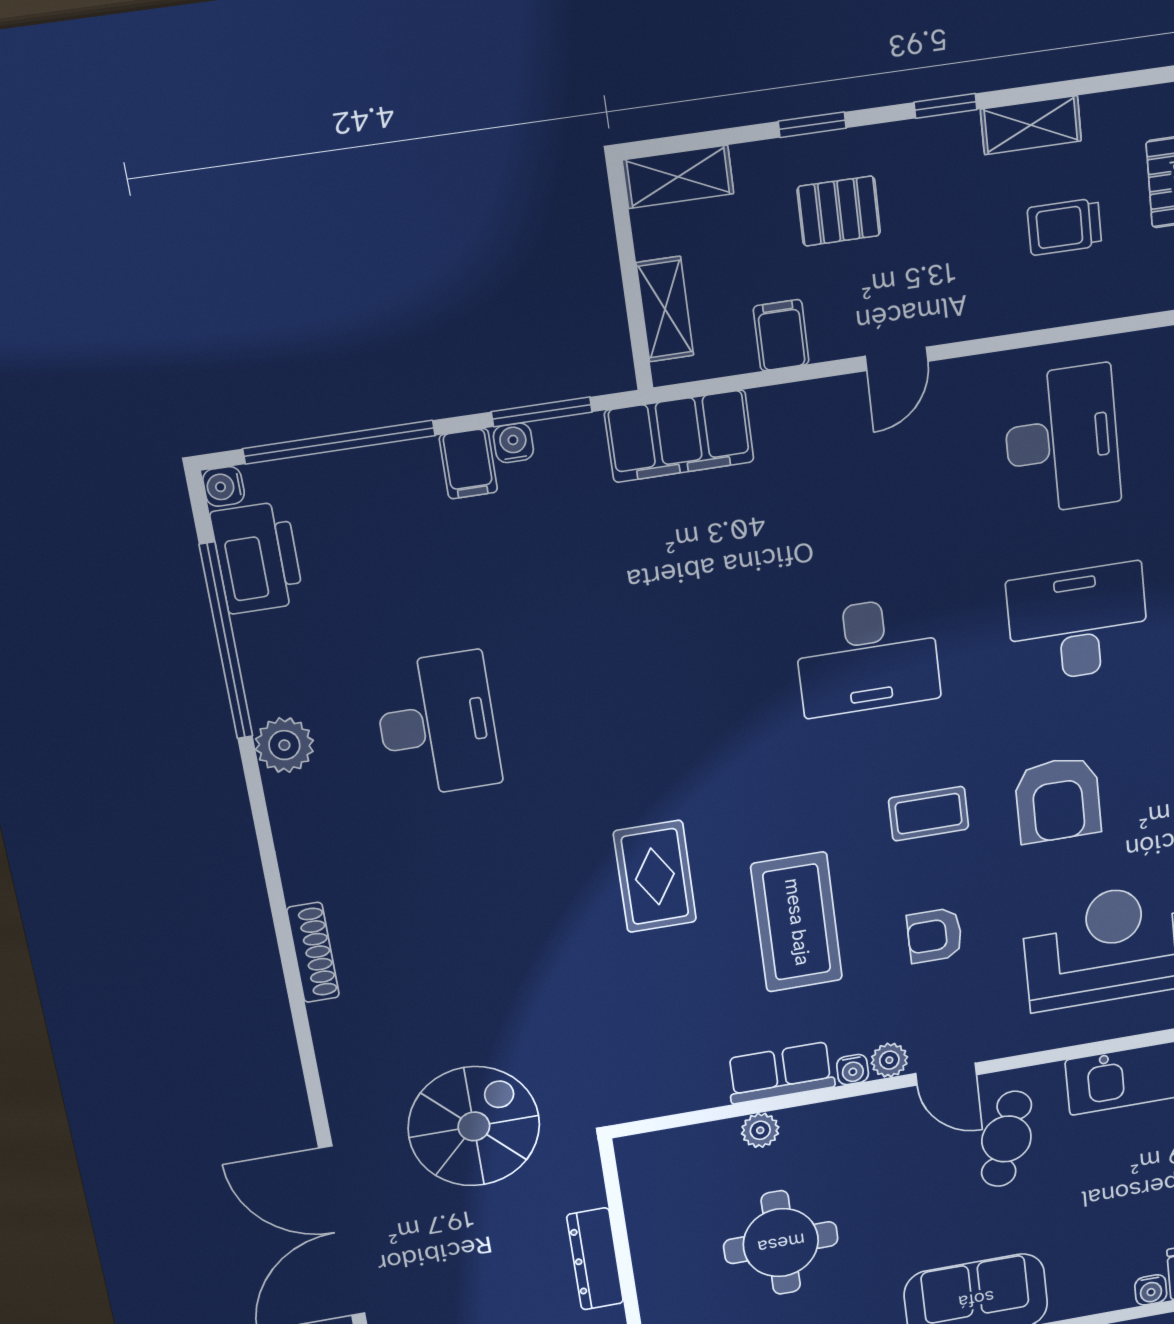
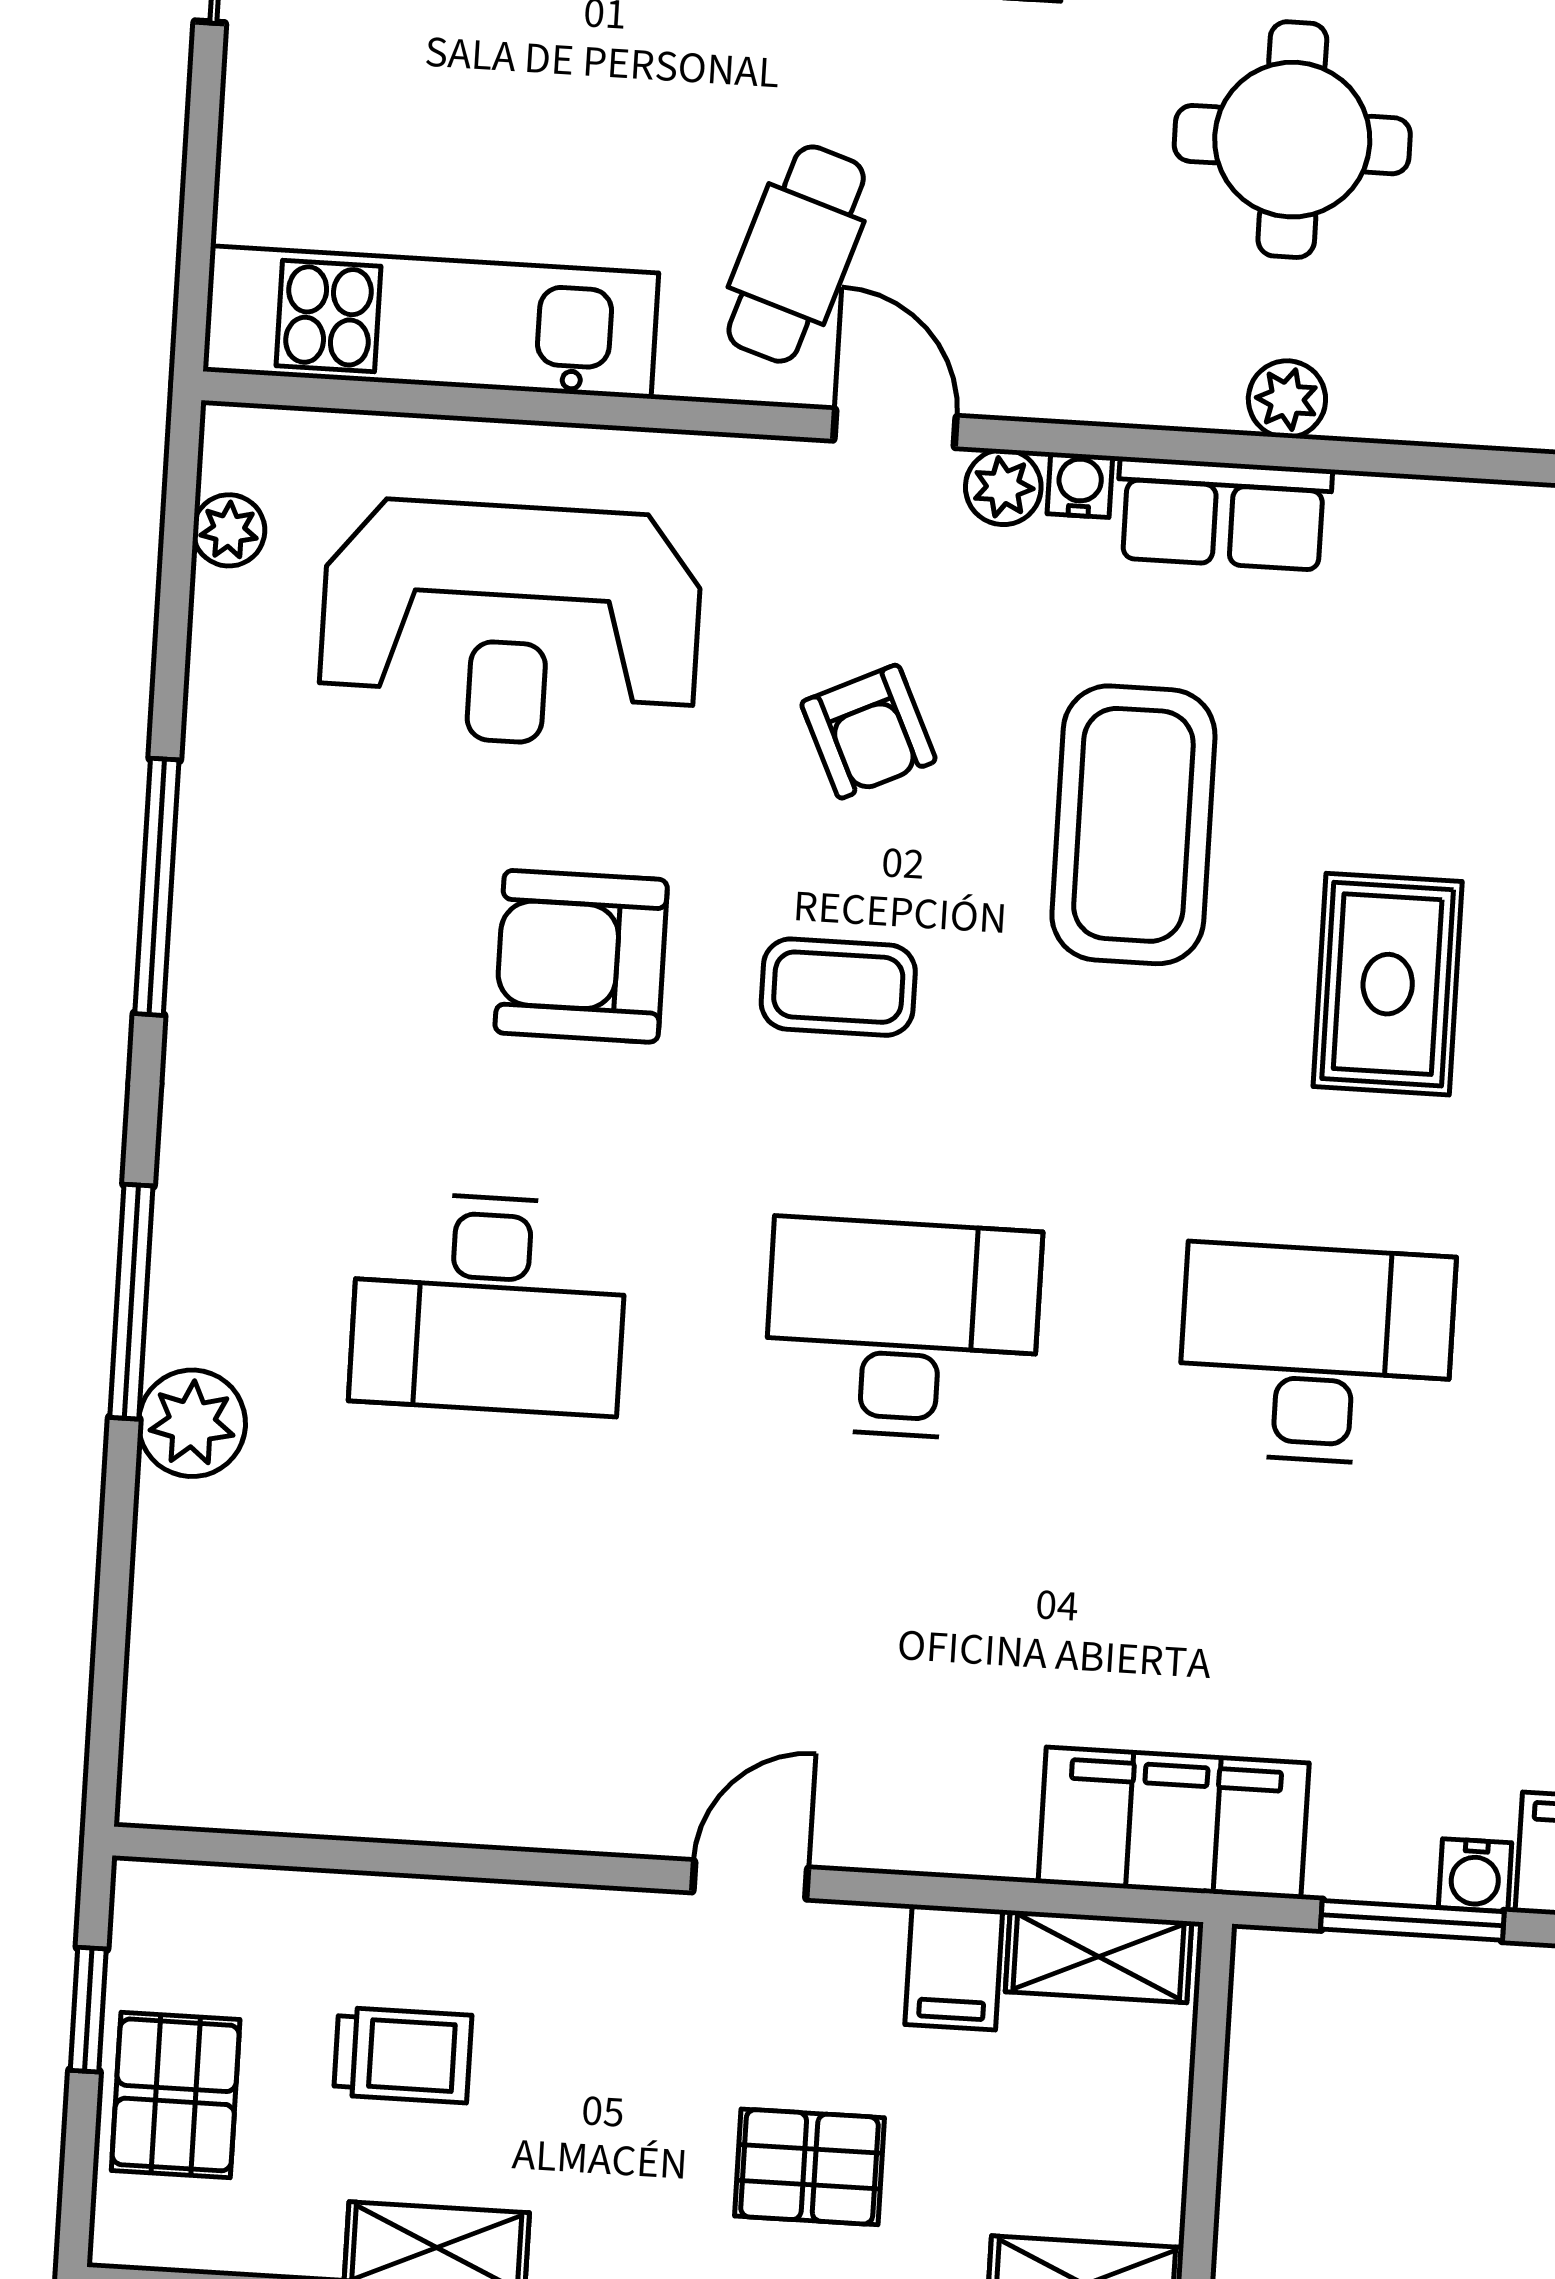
shelving: (665, 309) -> (1098, 1957), moved, turned 90
desk: (1062, 440) -> (1316, 1354), moved, turned 90
armchair: (1058, 800) -> (581, 956), turned -90
armchair: (935, 935) -> (868, 732), turned 65

